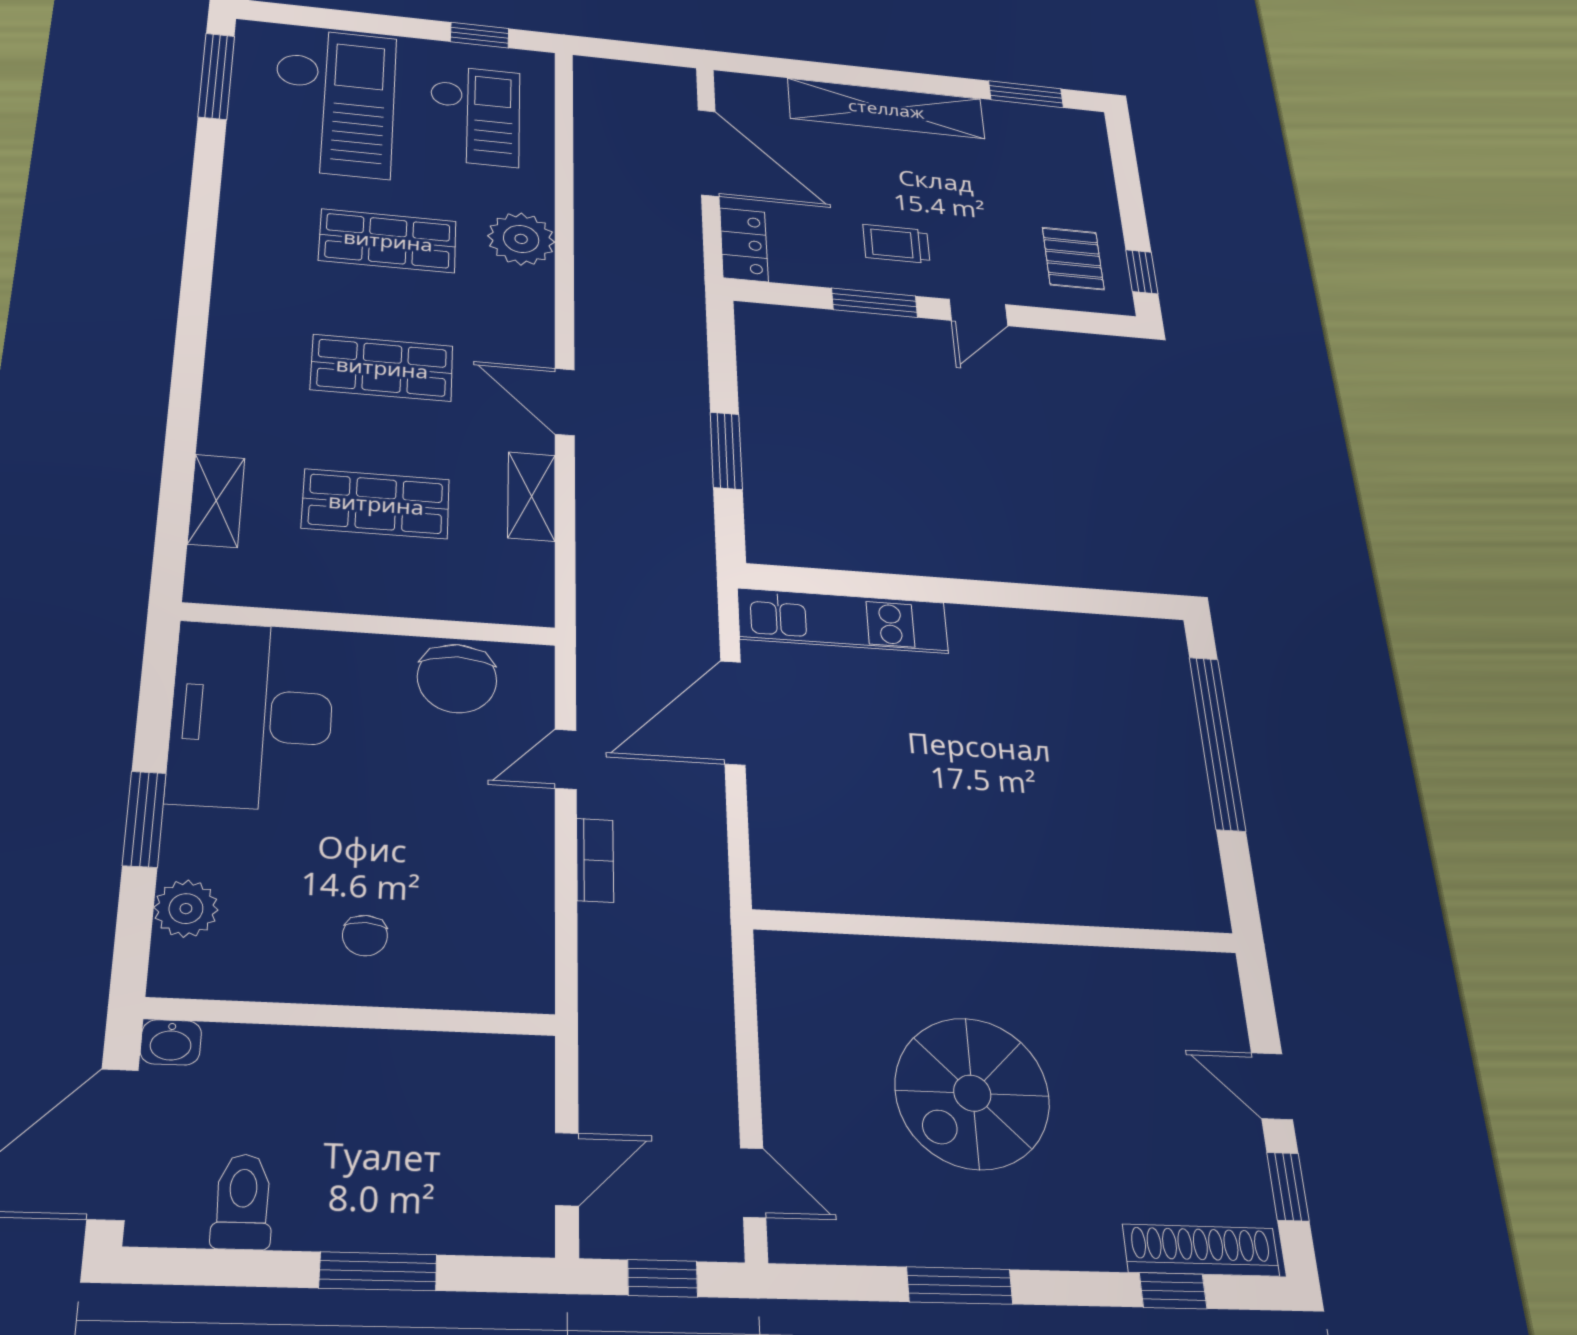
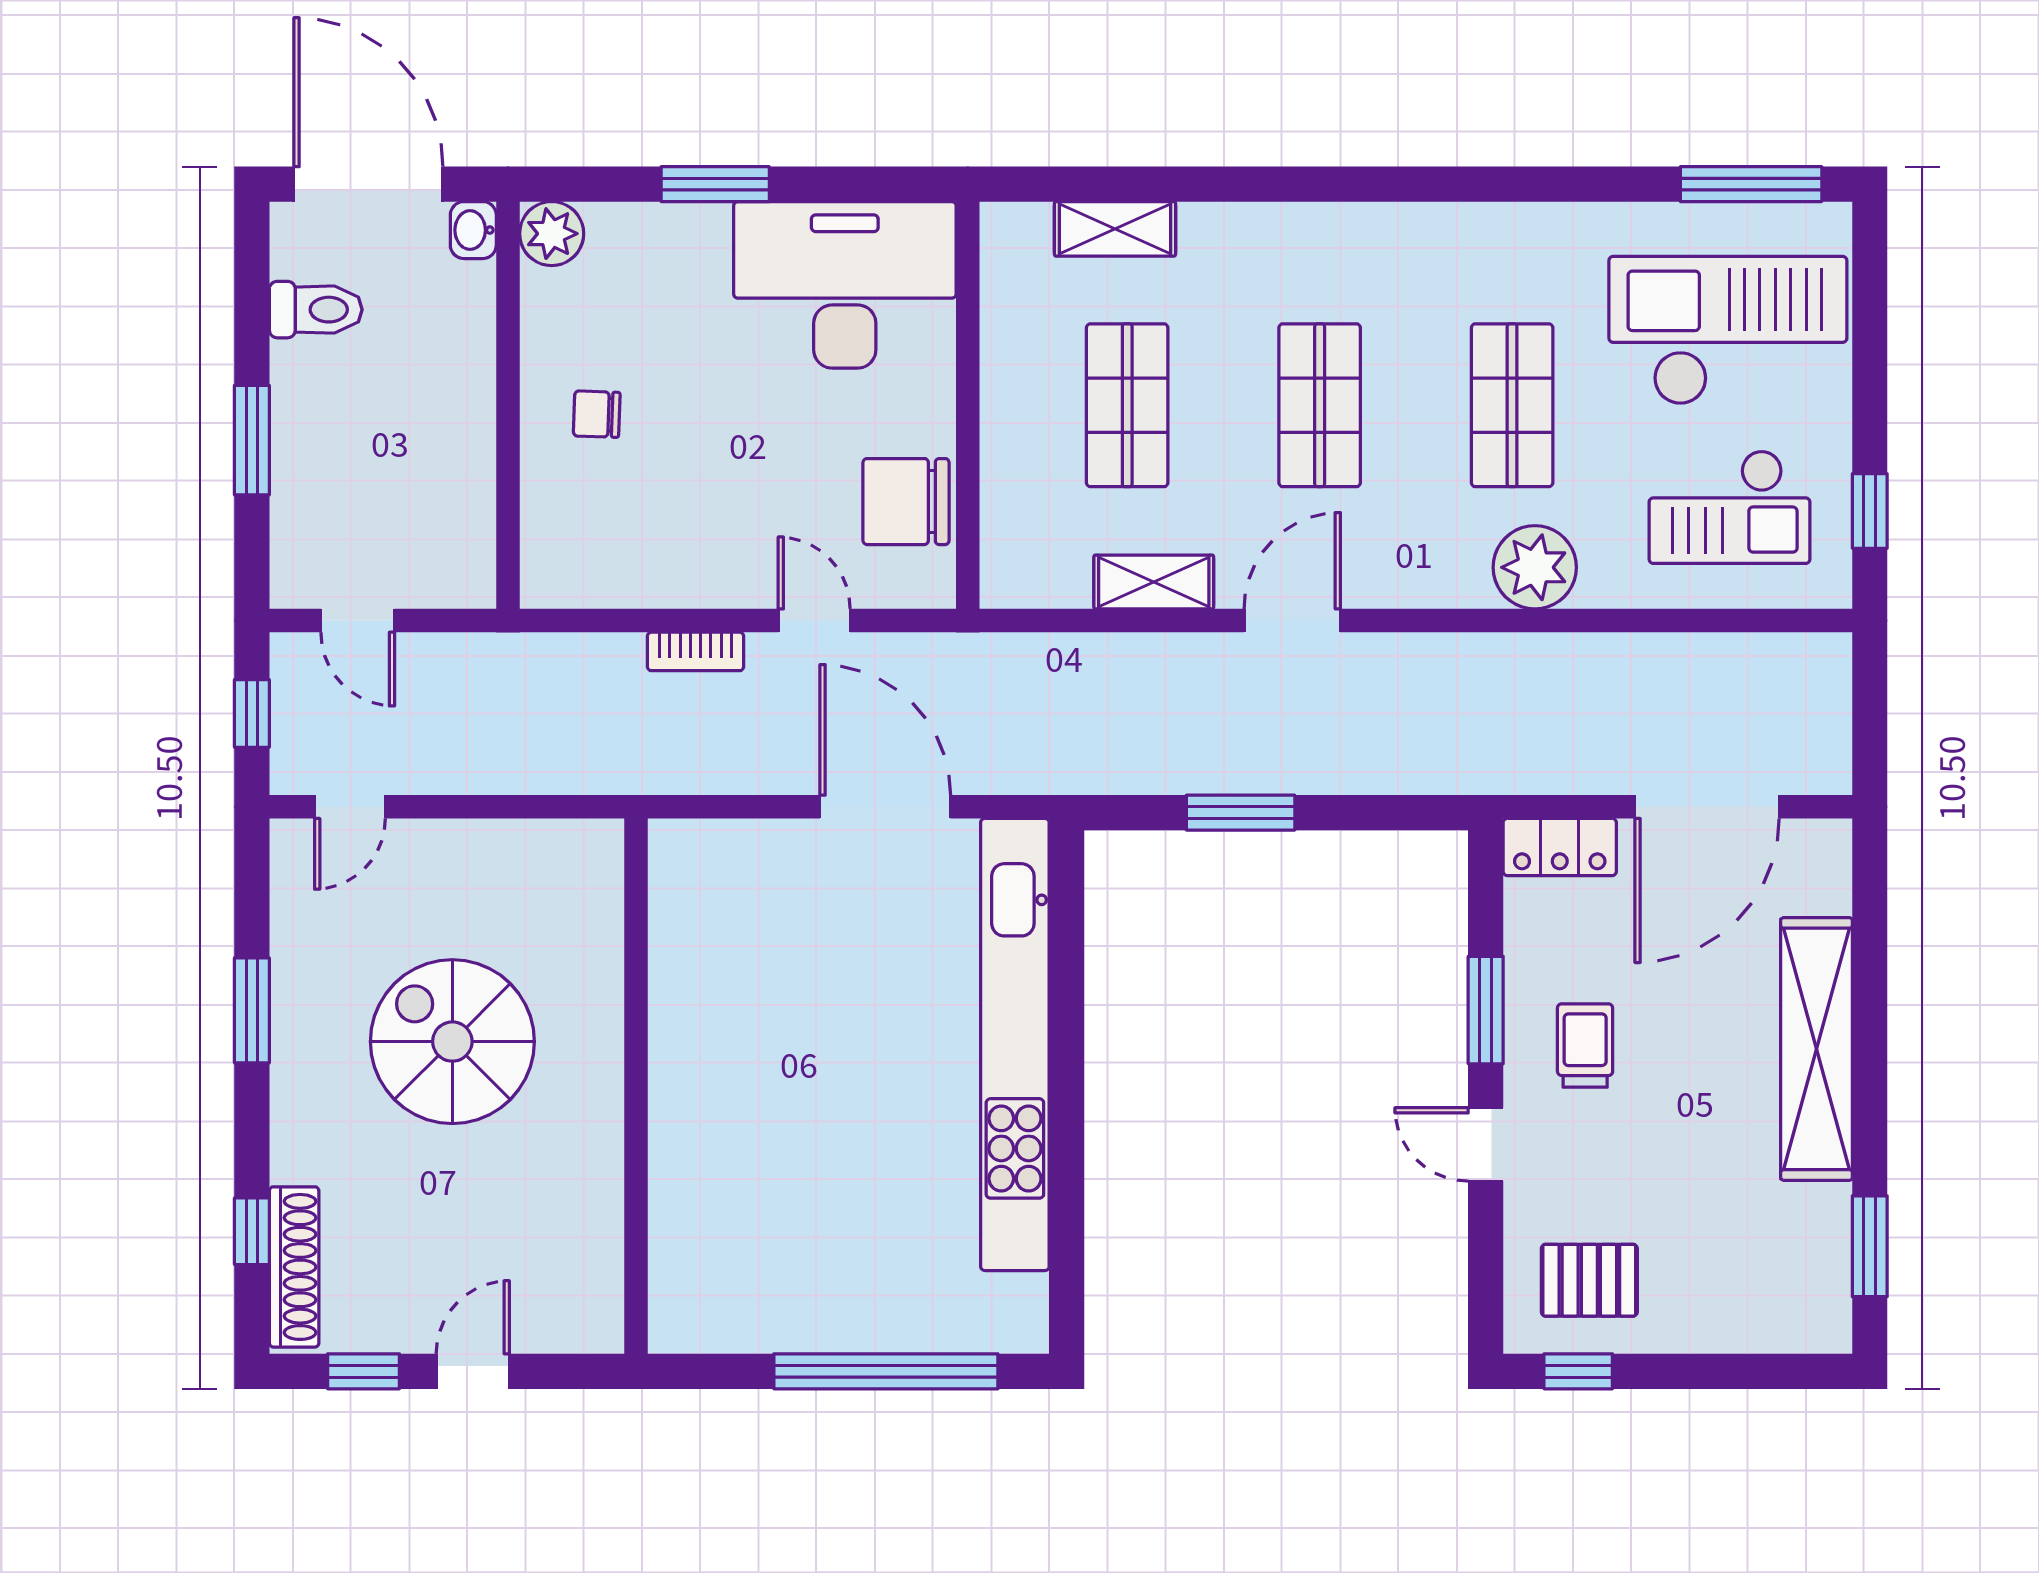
checkout: (334, 102) -> (1728, 331), turned 180
kitchen unit: (843, 621) -> (1015, 1044), width x1.86
plant: (186, 909) -> (552, 234), moved

